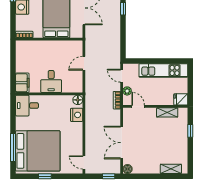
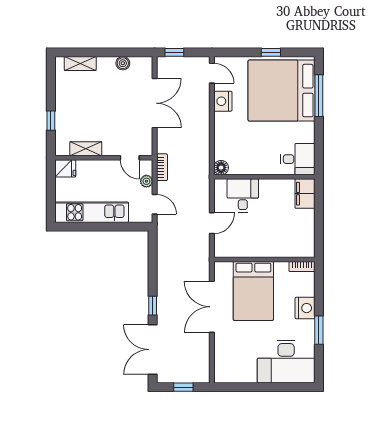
desk: (51, 81) -> (243, 196), moved
nightstand: (77, 115) -> (223, 101), moved
boiler: (127, 169) -> (123, 63), moved

